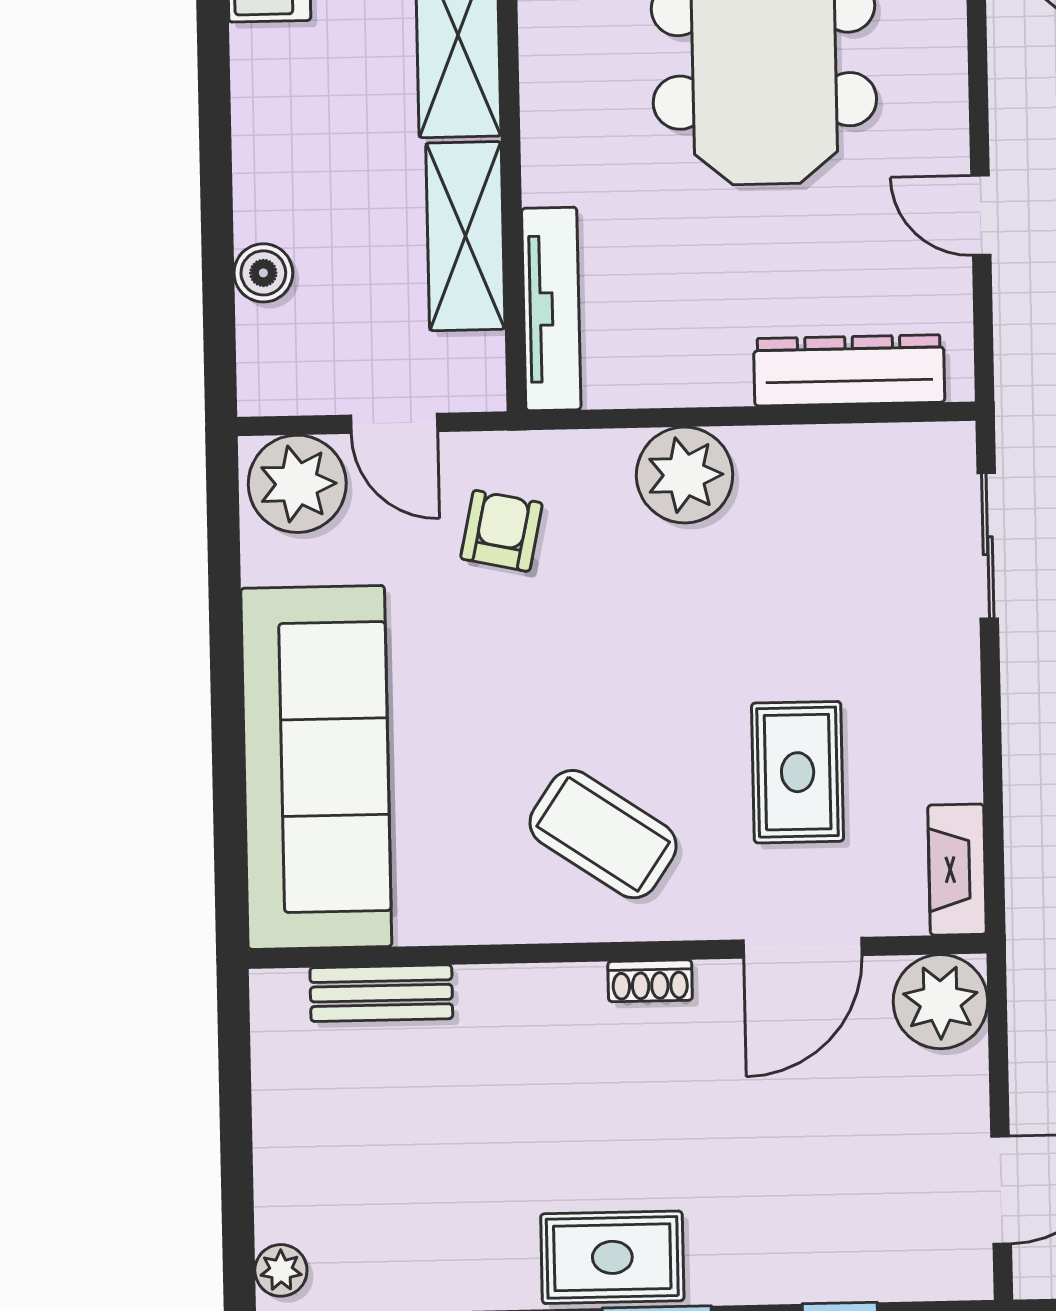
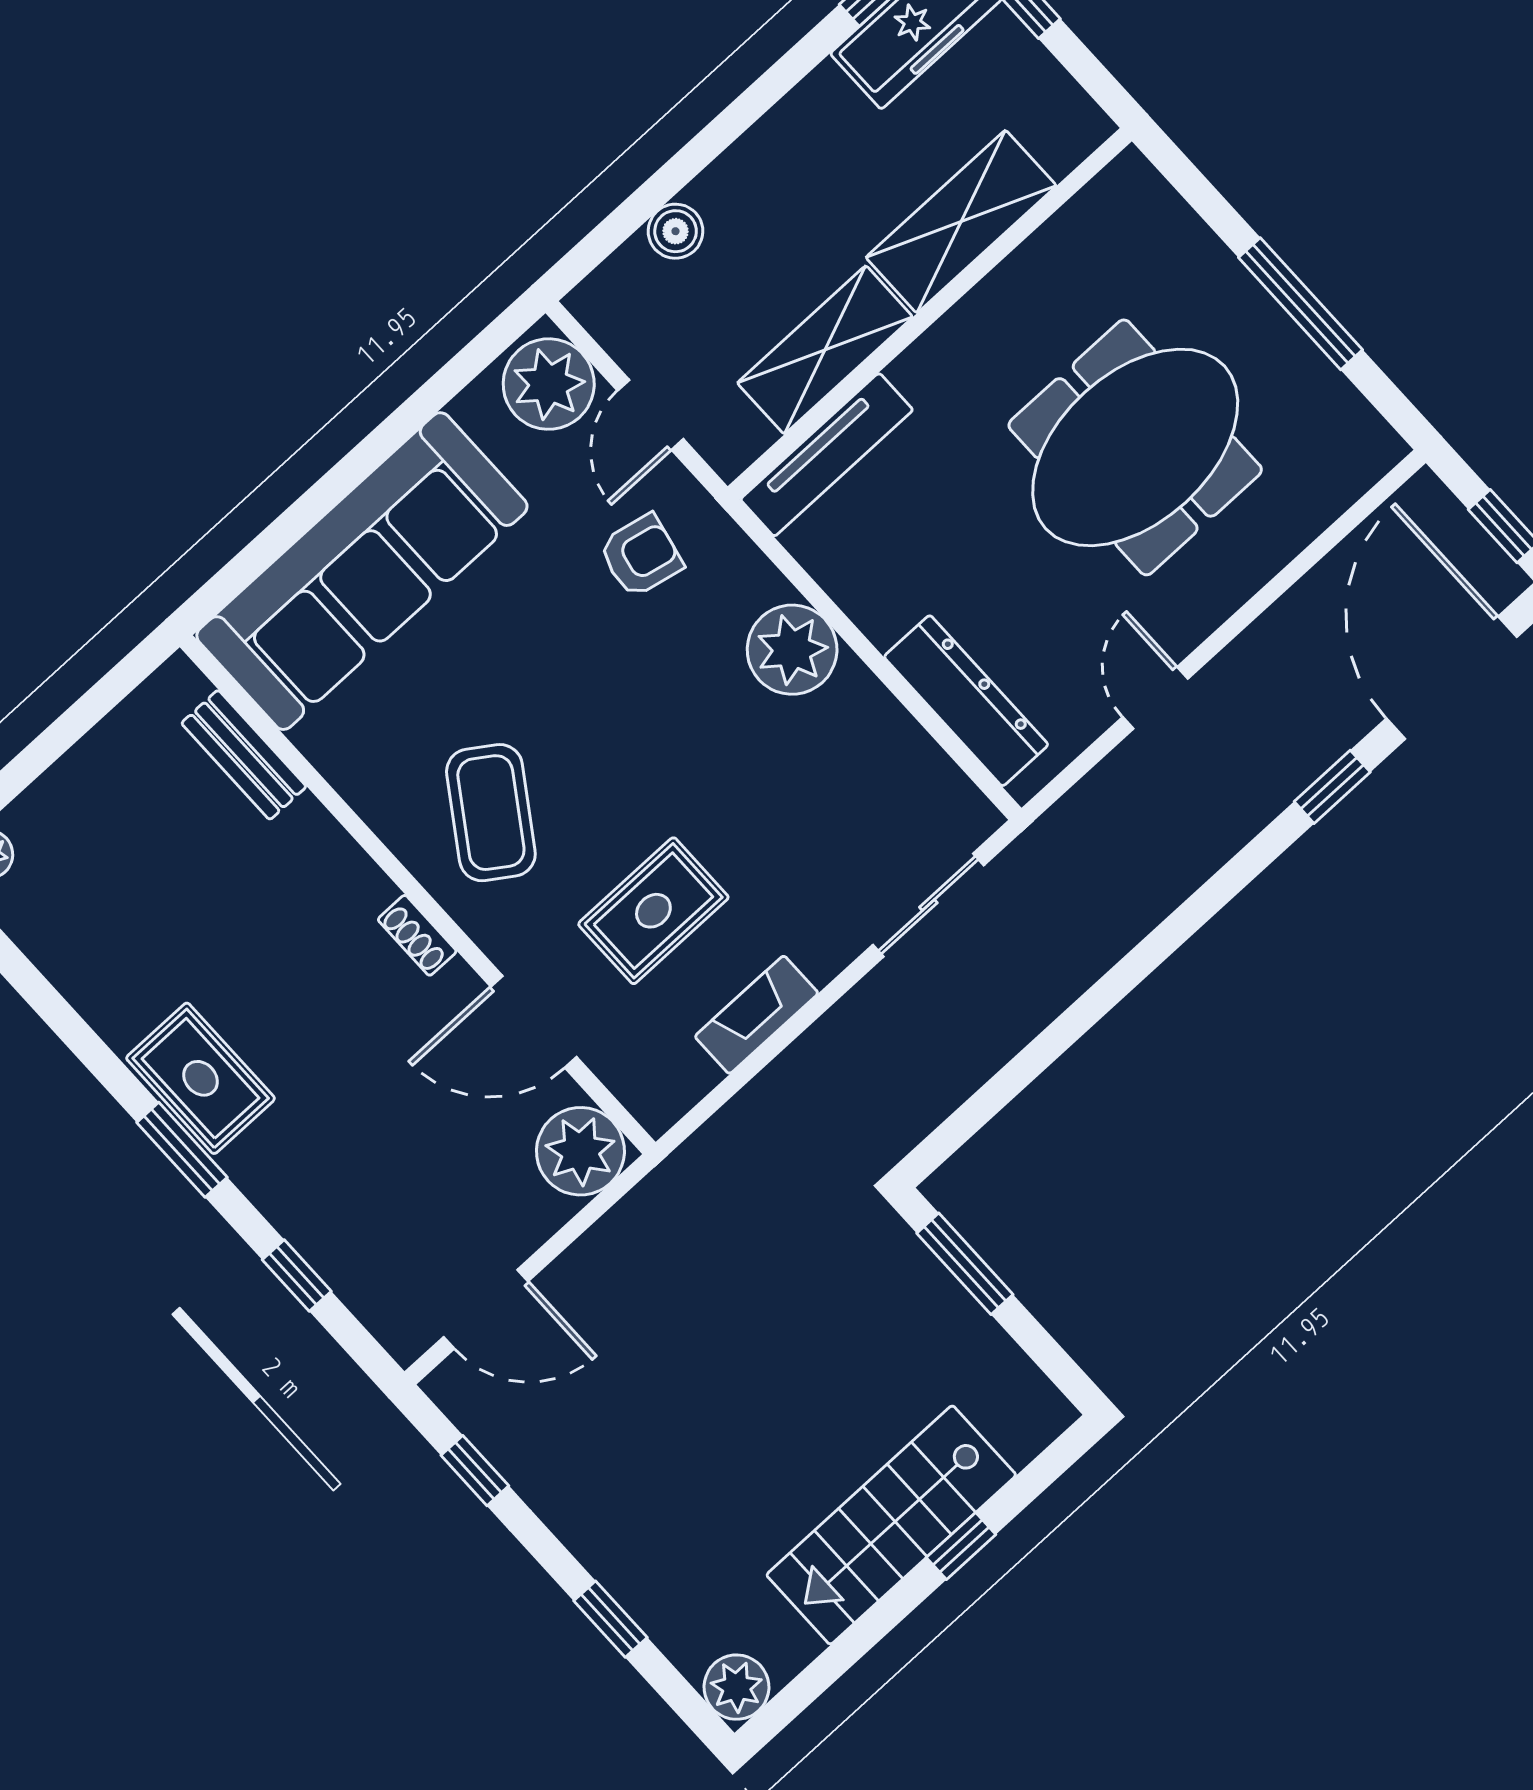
fireplace: (957, 870) -> (757, 1015), moved

